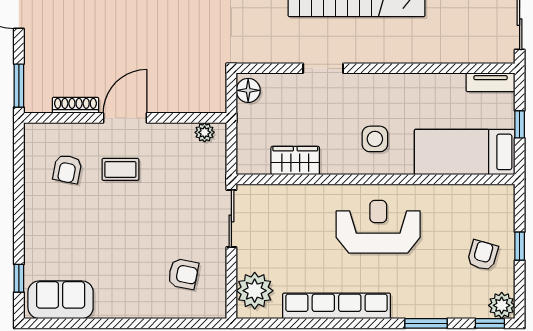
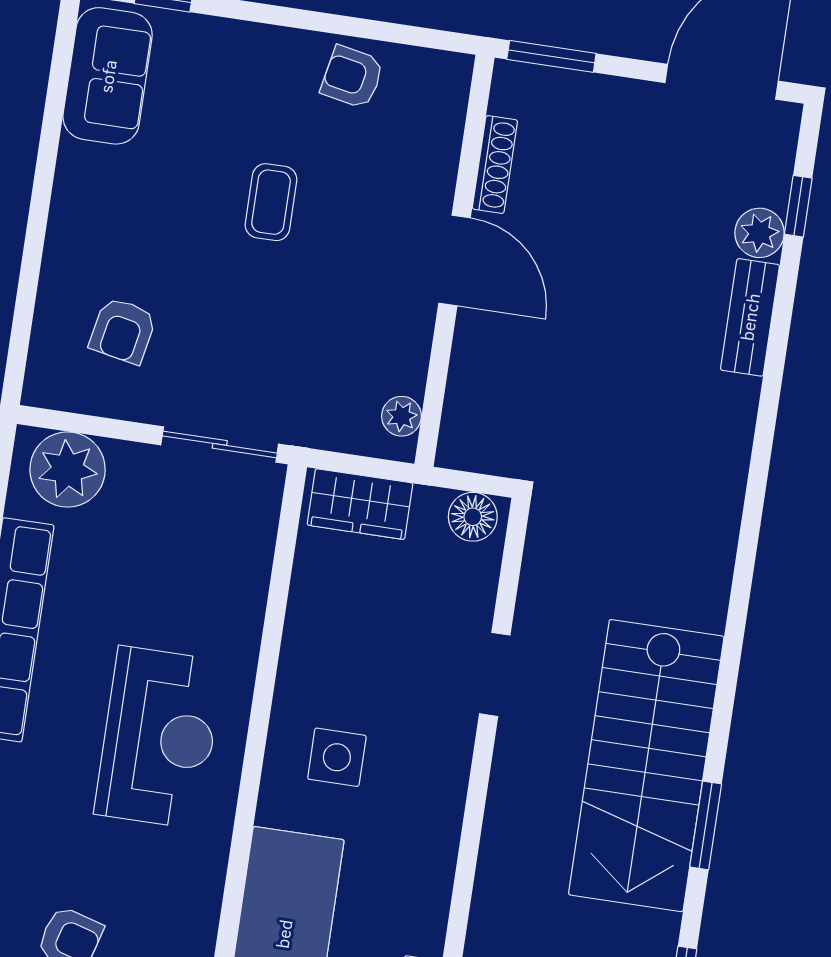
wardrobe: (295, 160) -> (360, 504), moved, turned 90
armchair: (67, 169) -> (352, 77), moved
coffee table: (120, 169) -> (271, 202), moved

